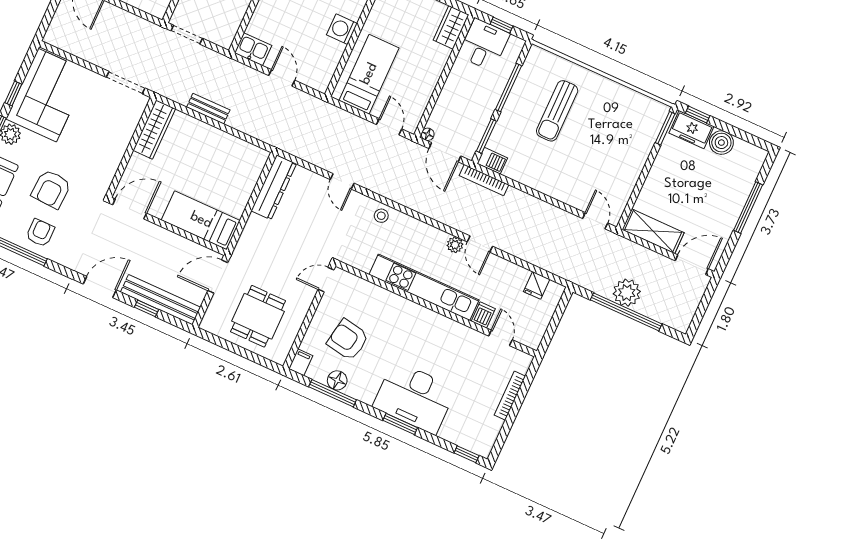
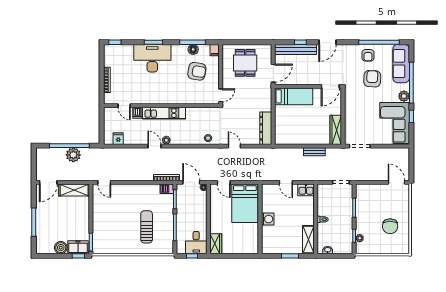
bed: (369, 74) -> (245, 203), width x1.50
kitchen unit: (424, 287) -> (164, 113), width x0.73

